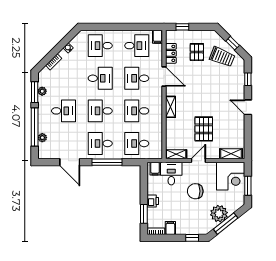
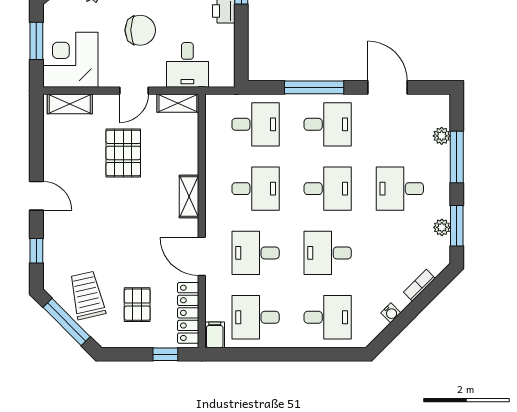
window: (233, 43) -> (67, 322), width x2.17
locker: (171, 53) -> (188, 313), width x1.53
trolley: (222, 57) -> (87, 295), turned 55
desk: (137, 78) -> (256, 253), turned 180
window: (35, 127) -> (457, 157), width x0.68
filing cabinet: (155, 169) -> (219, 75), removed

